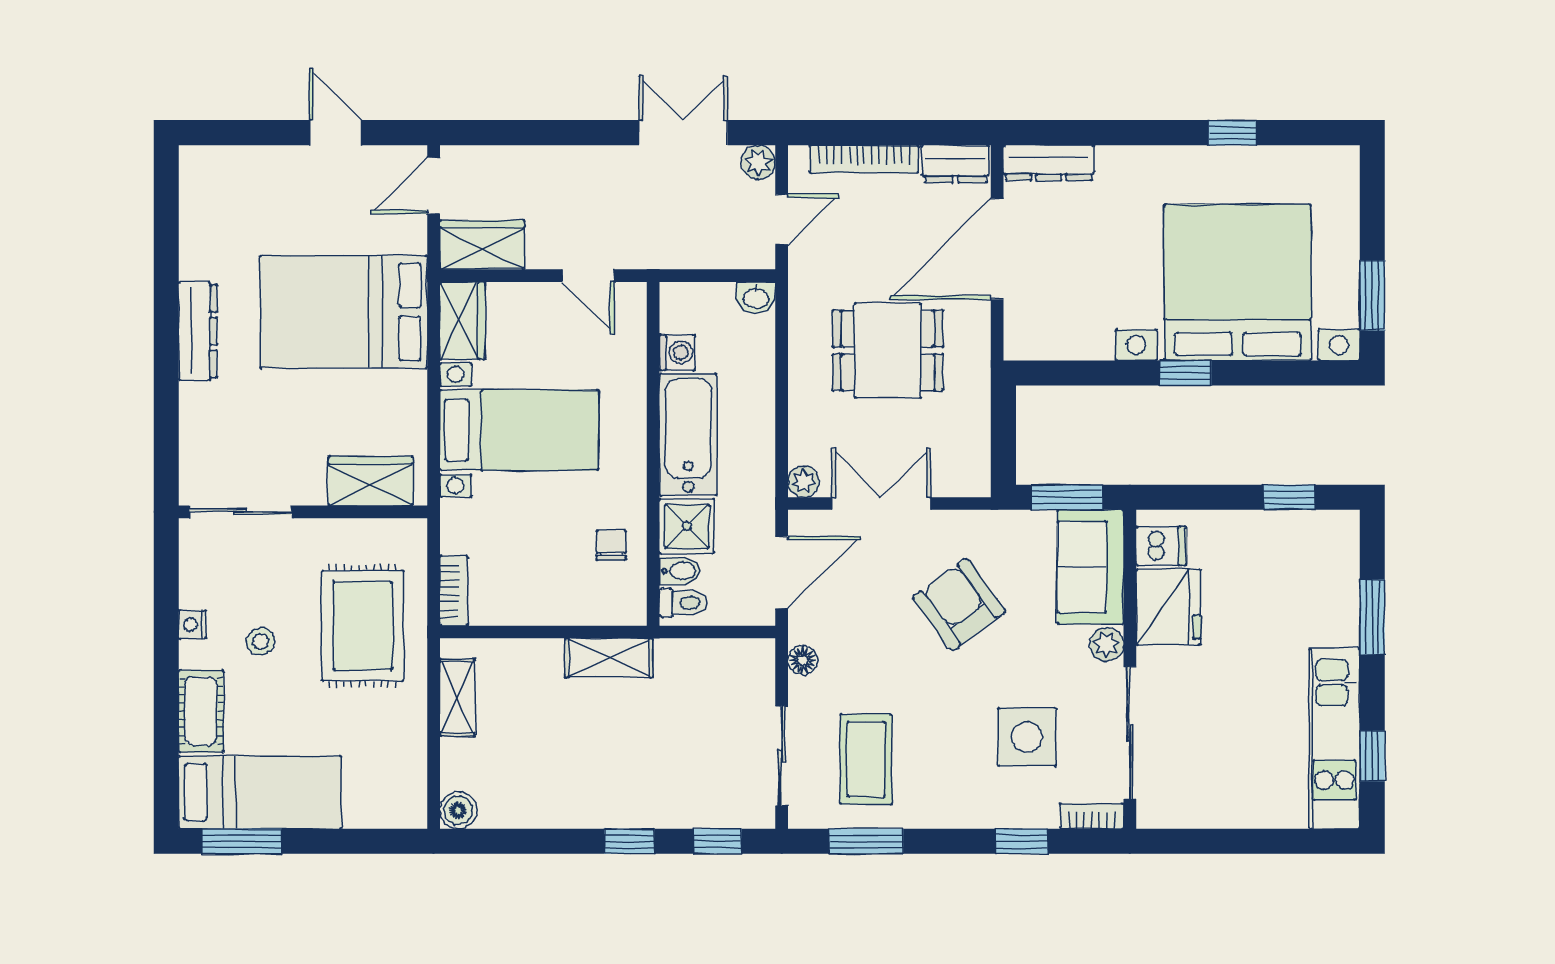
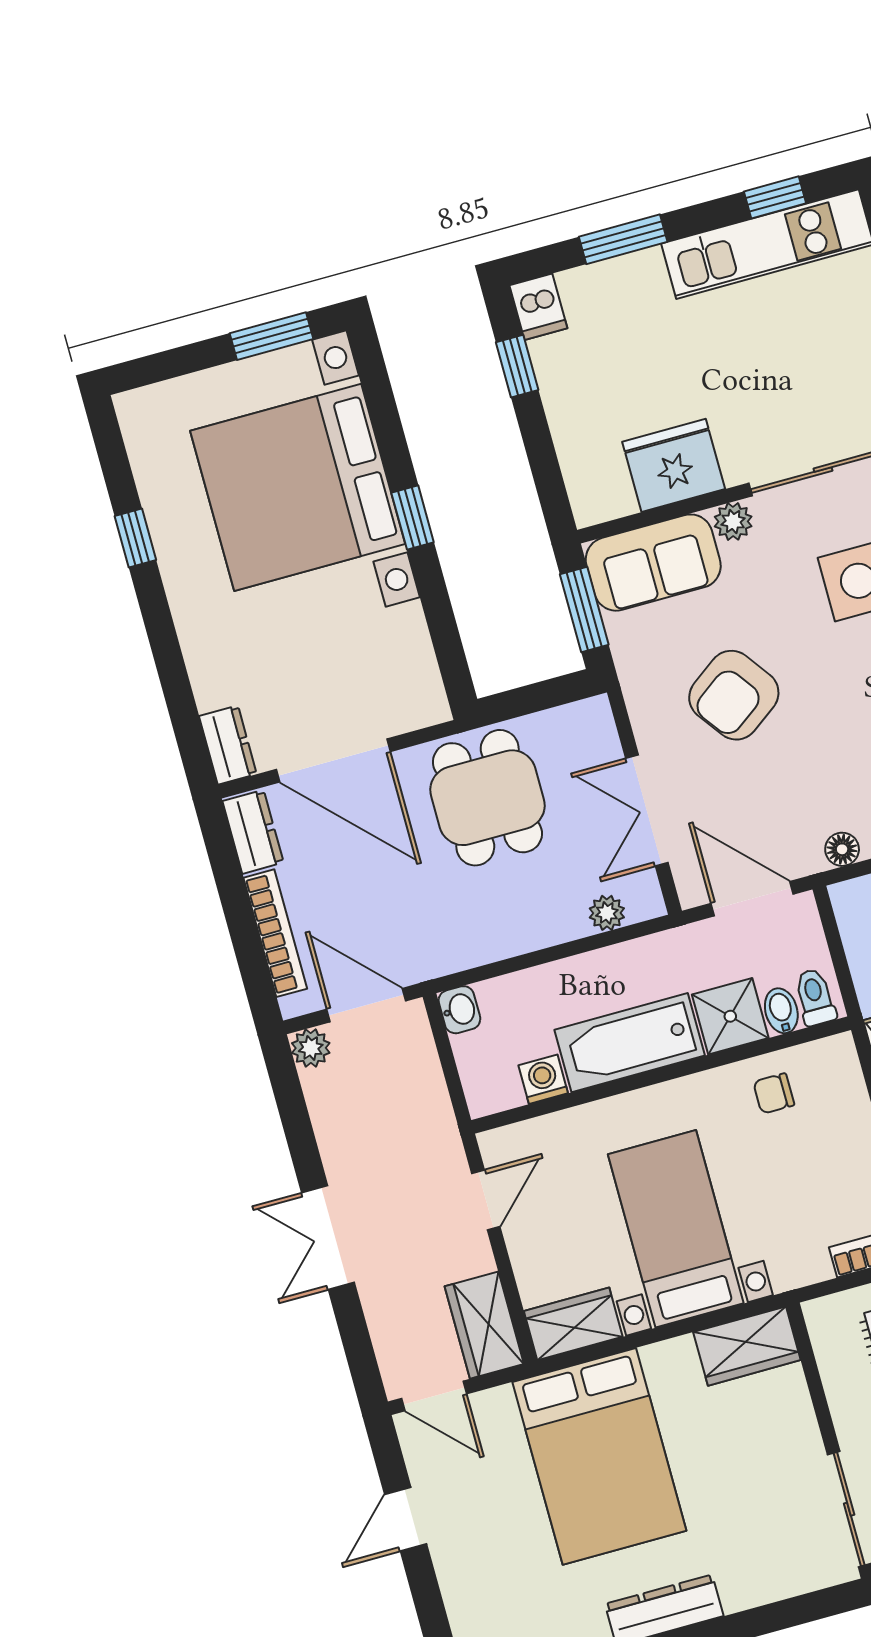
double door: (683, 133) -> (328, 1238), moved
dresser: (1049, 163) -> (228, 745), width x0.70
door: (782, 219) -> (366, 1005), width x1.38
dining table: (888, 351) -> (487, 798), moved
wardrobe: (370, 481) -> (747, 1346), moved, turned -90
plant: (804, 482) -> (607, 913), moved
dishwasher: (1161, 546) -> (538, 307), moved, turned 180

